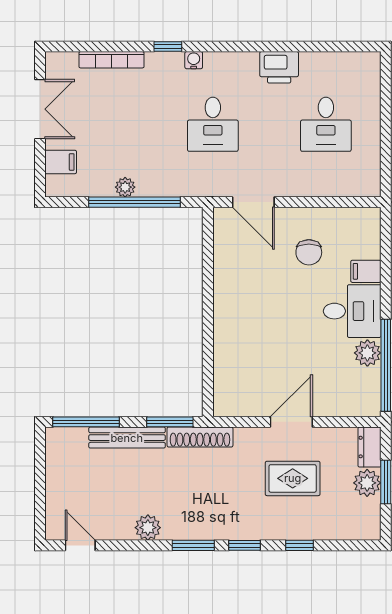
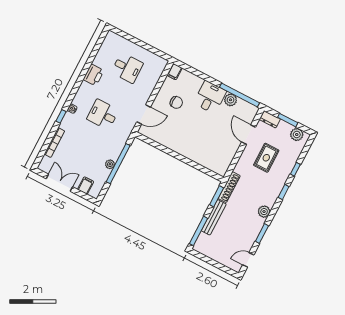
desk: (213, 124) -> (103, 115), turned 180
filing cabinet: (366, 271) -> (175, 72), moved
door: (291, 422) -> (249, 135), moved
plant: (367, 483) -> (297, 135), moved
plant: (148, 528) -> (264, 212), moved
window: (193, 545) -> (262, 234), moved

